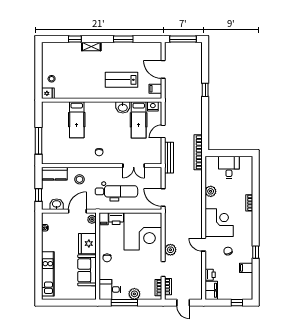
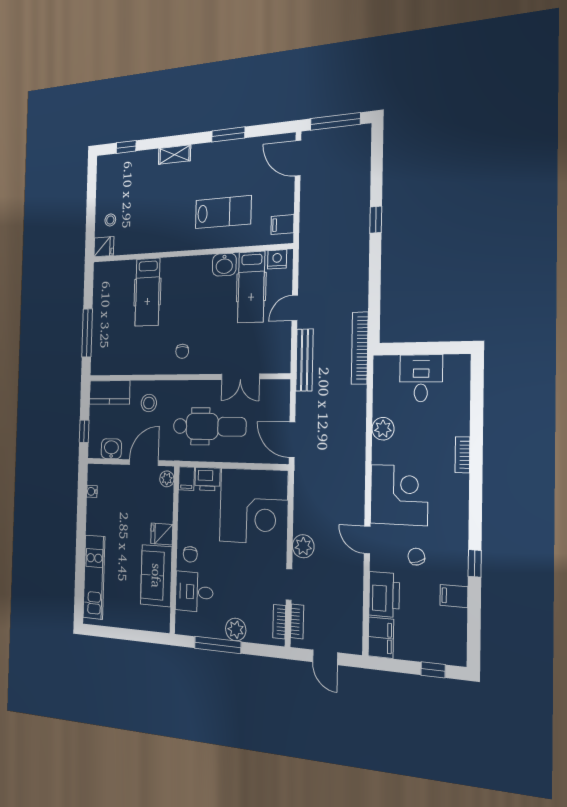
window: (75, 39) -> (126, 147), moved
door: (163, 69) -> (298, 158), moved
lab bench: (121, 80) -> (223, 212), turned 180
fridge: (87, 244) -> (162, 534), width x0.53, depth x0.75
printer: (210, 275) -> (384, 595), width x1.87, depth x1.48
desk: (110, 289) -> (194, 592), moved

